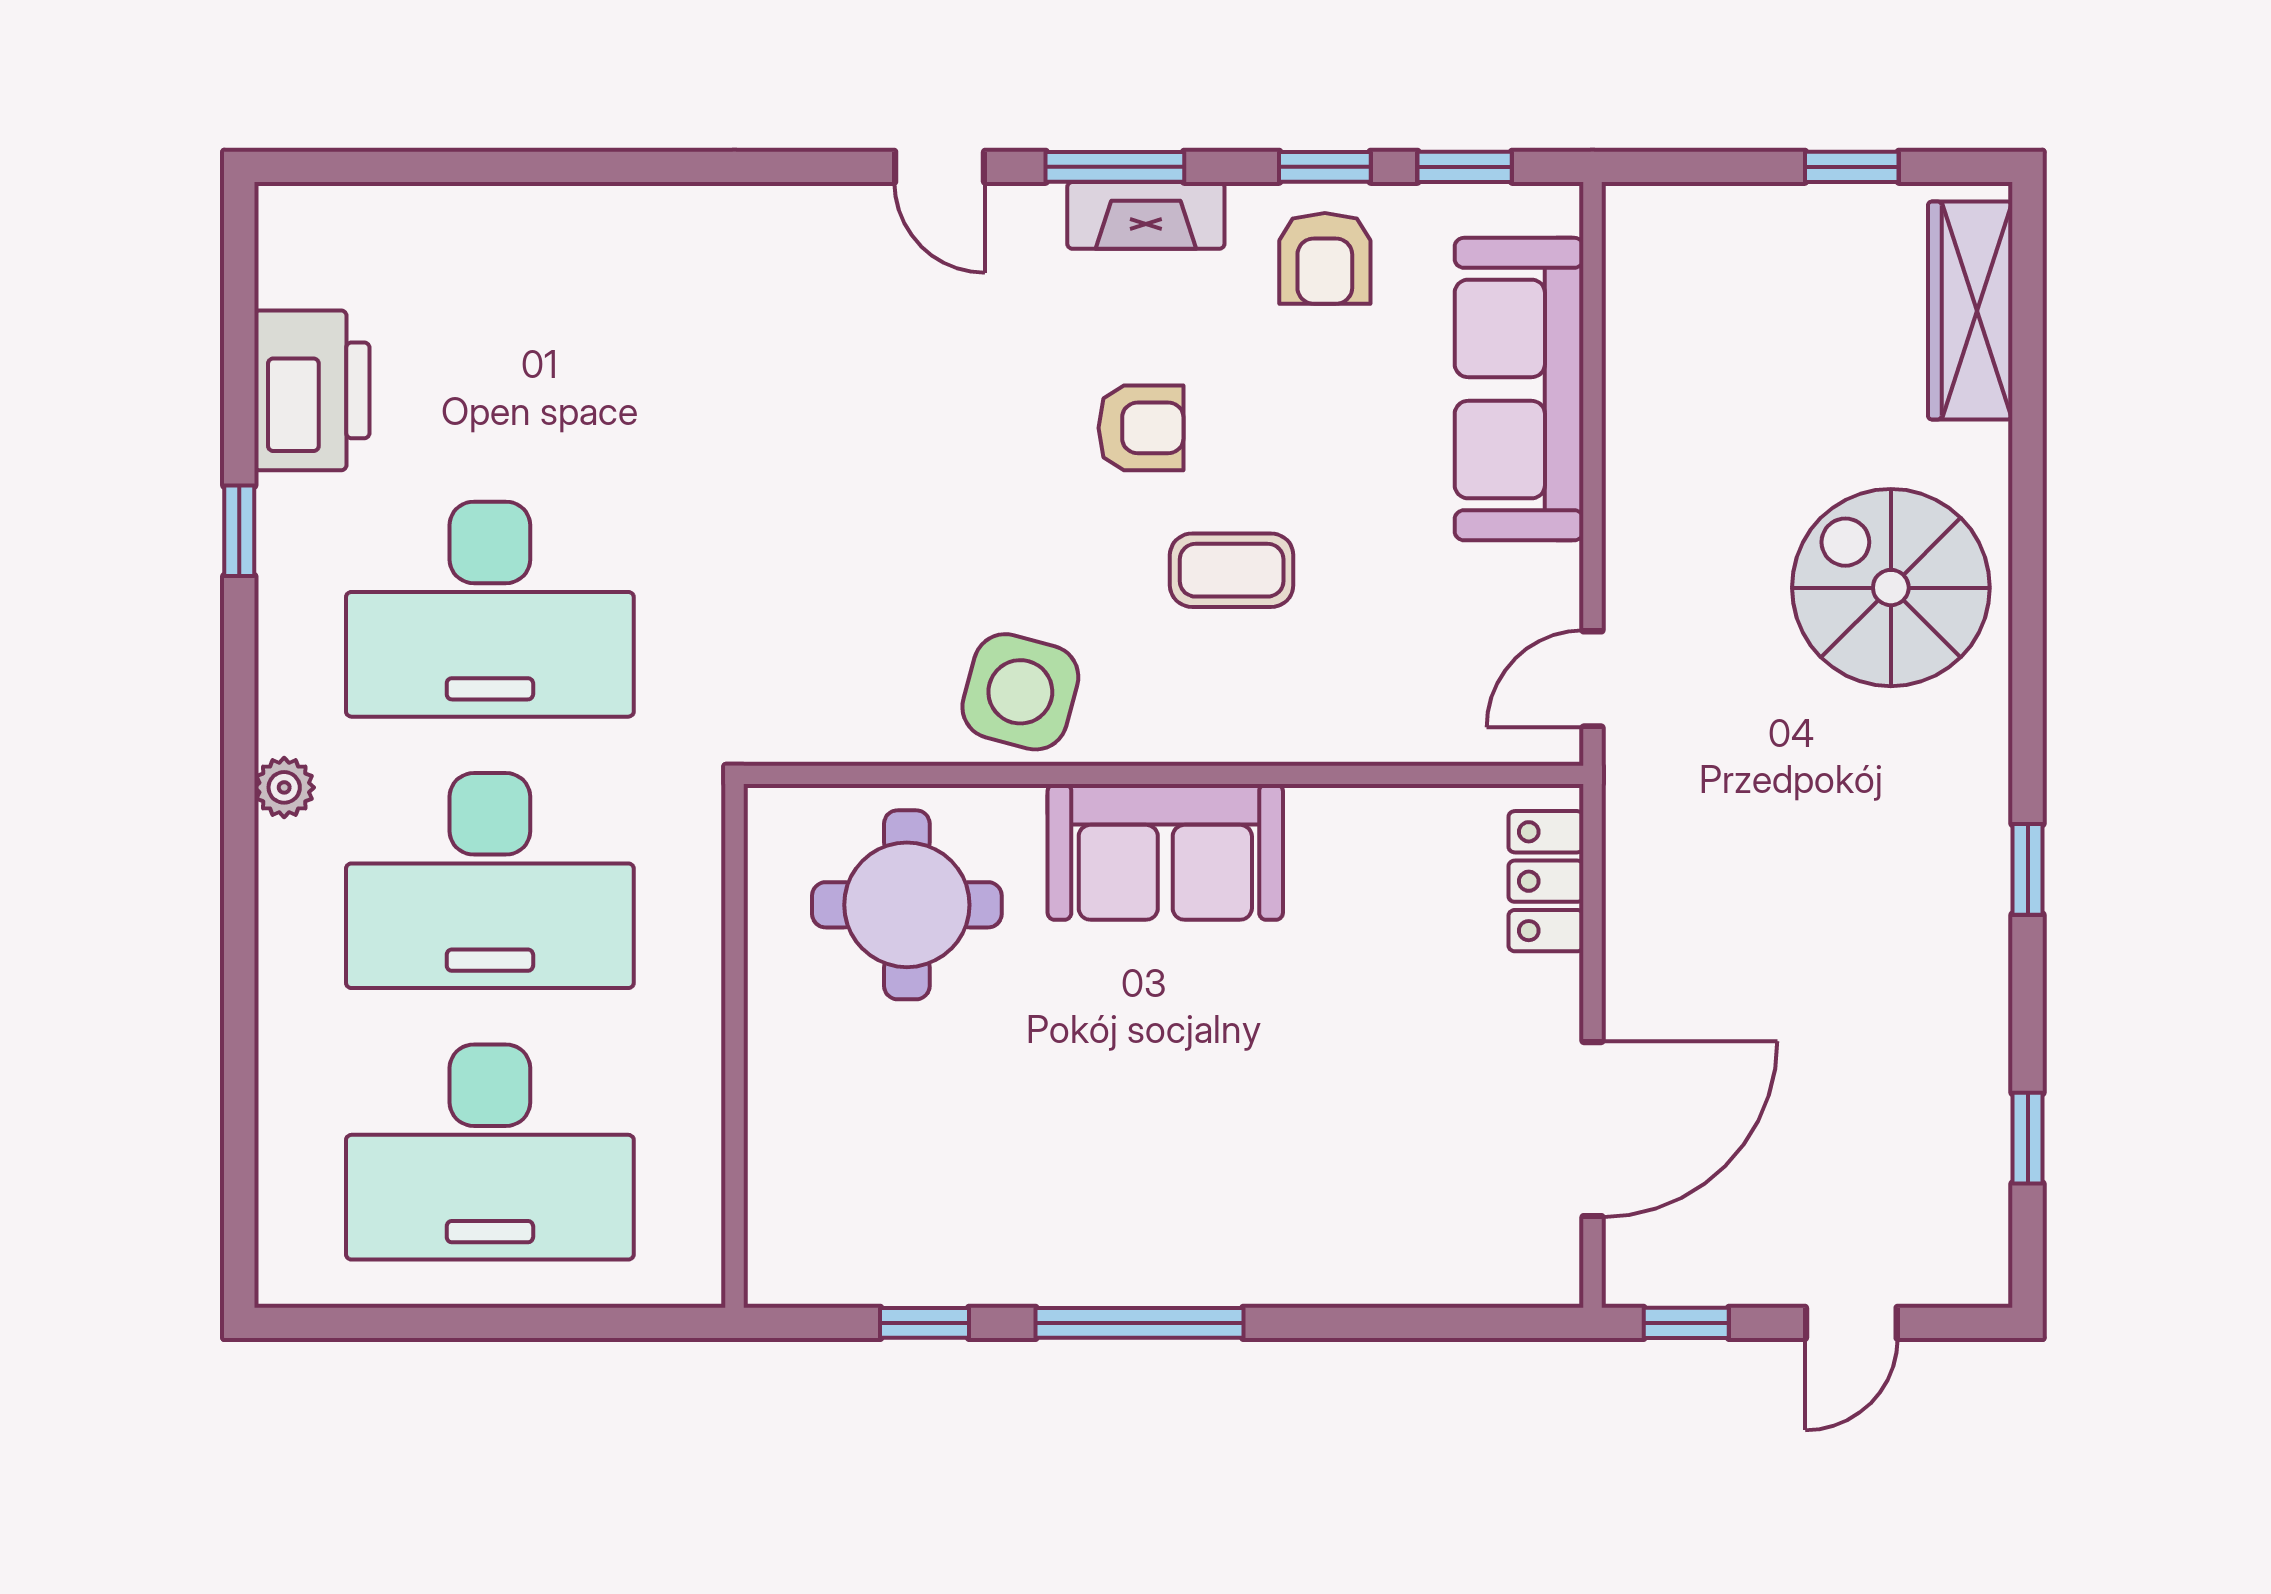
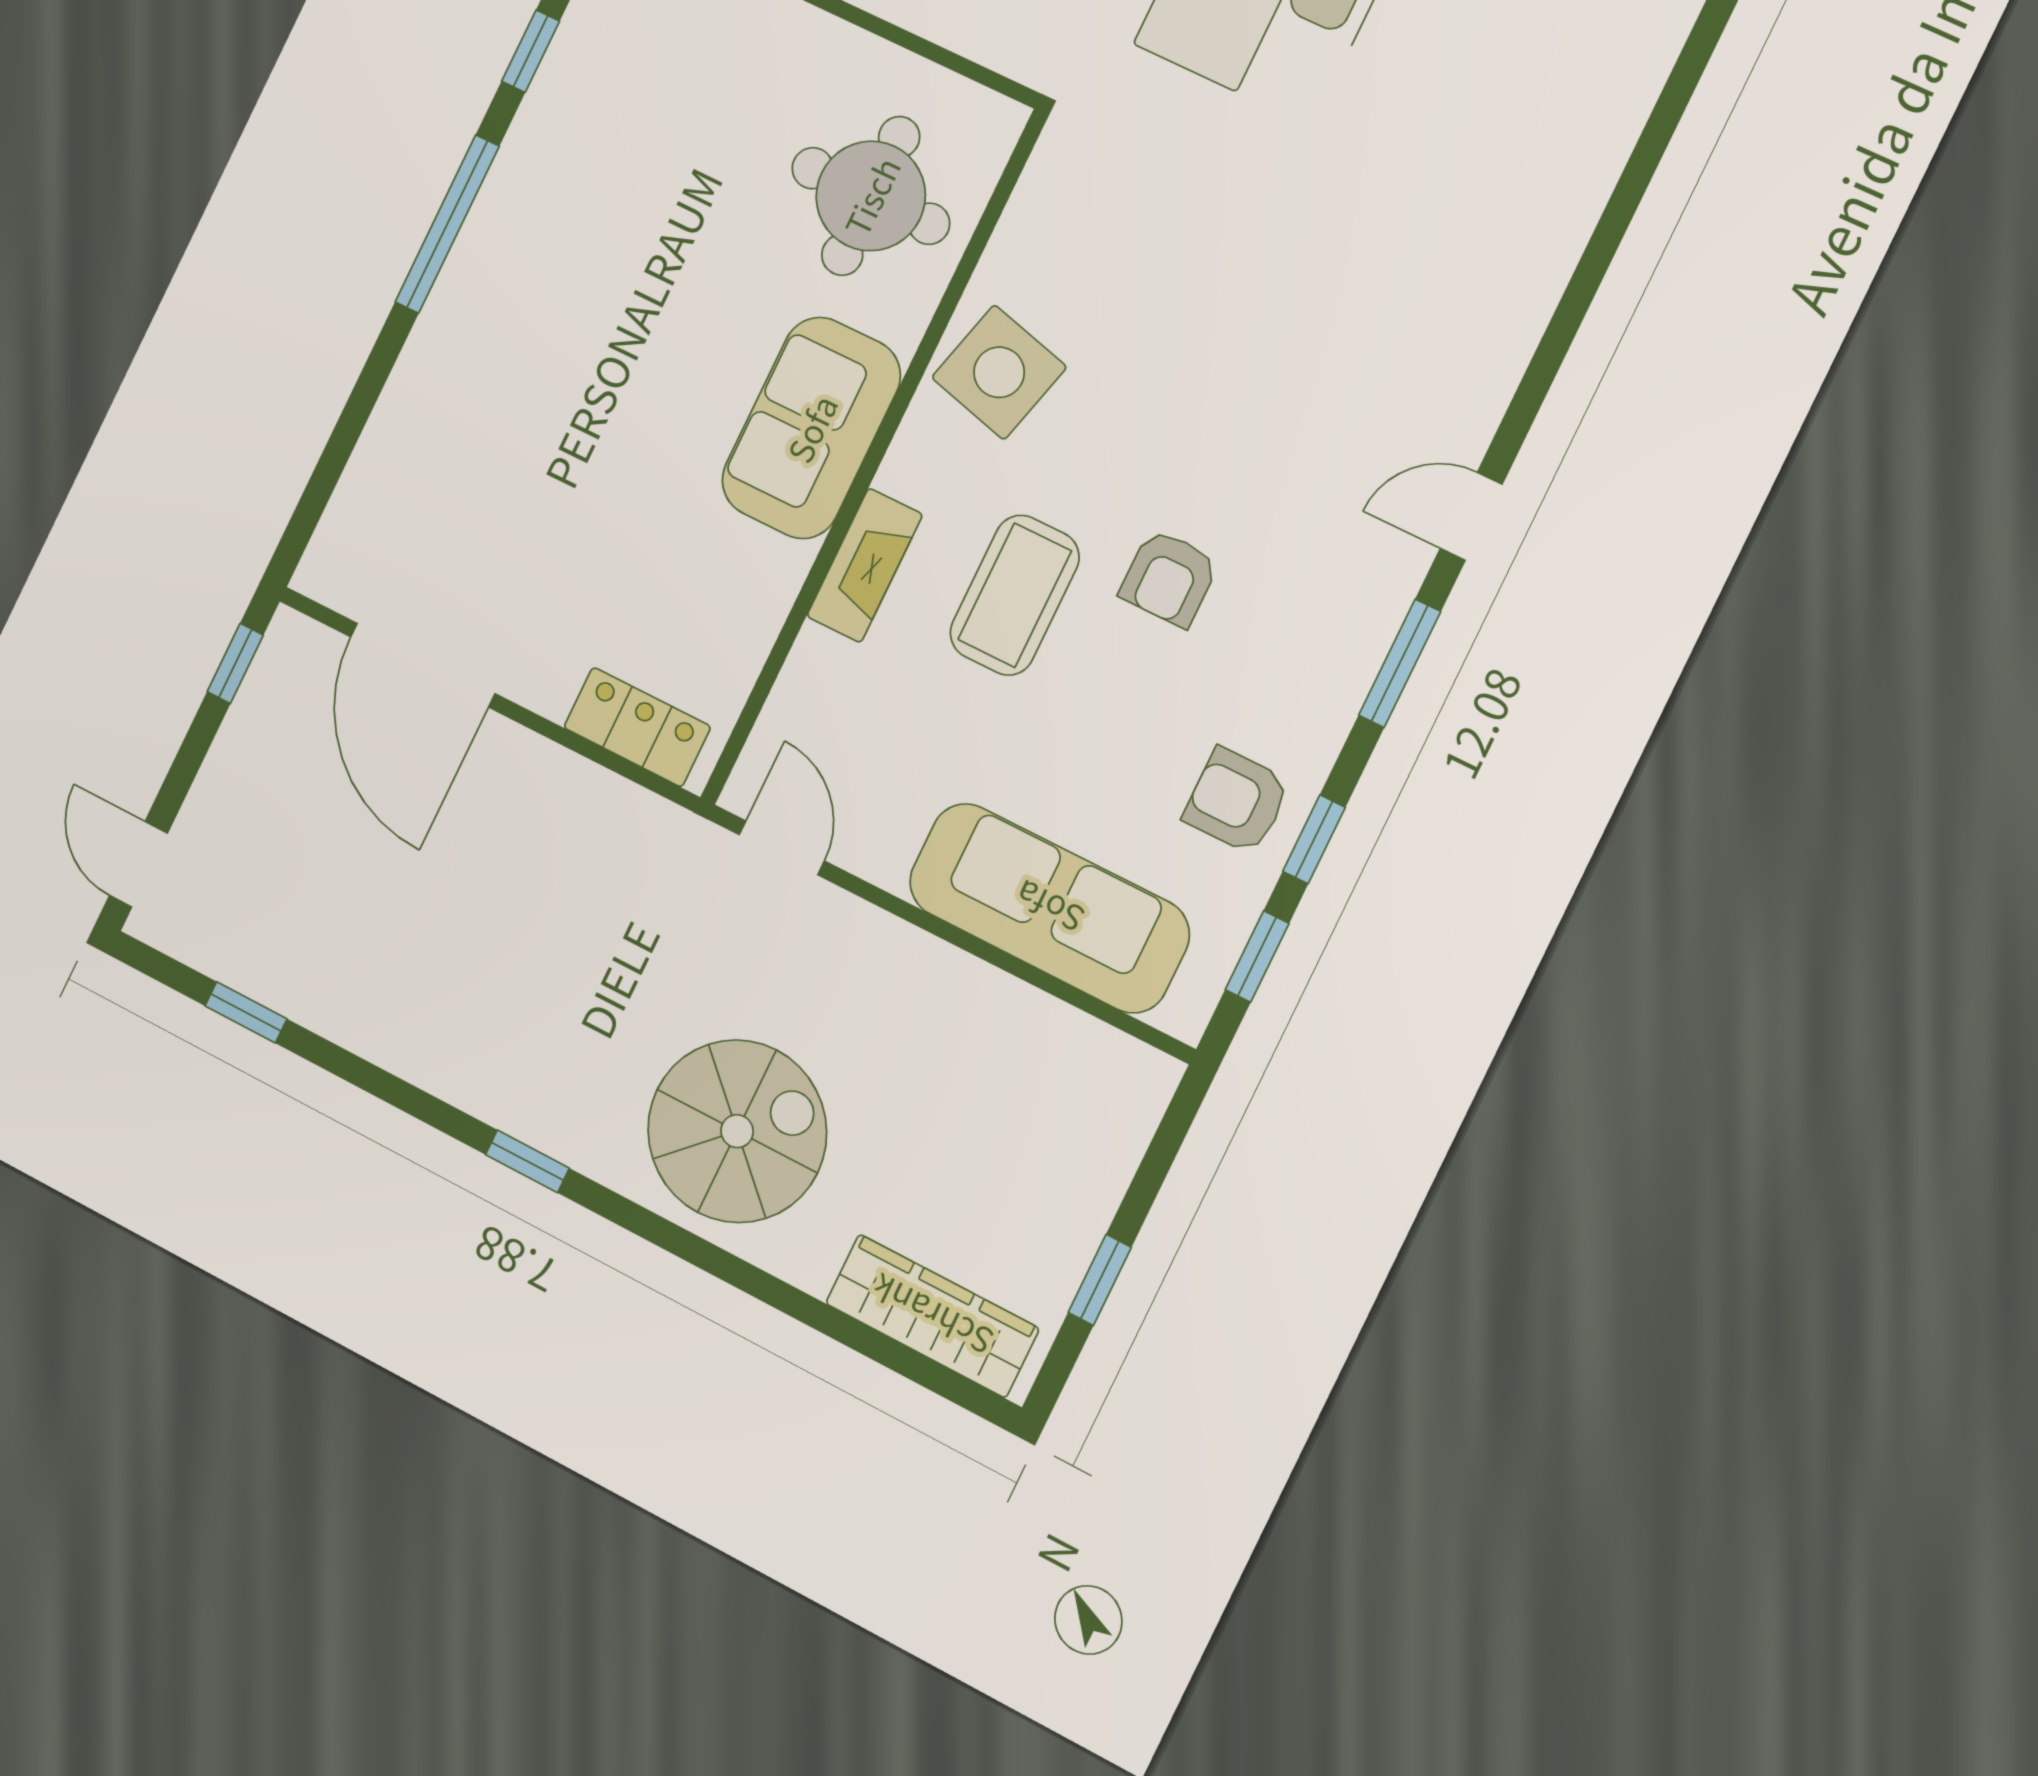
fireplace: (1146, 215) -> (865, 565), moved, turned 180
coffee table: (1232, 570) -> (1015, 595), width x1.36, depth x1.30
window: (2028, 869) -> (527, 1161), moved
door: (1851, 1323) -> (138, 864), moved

